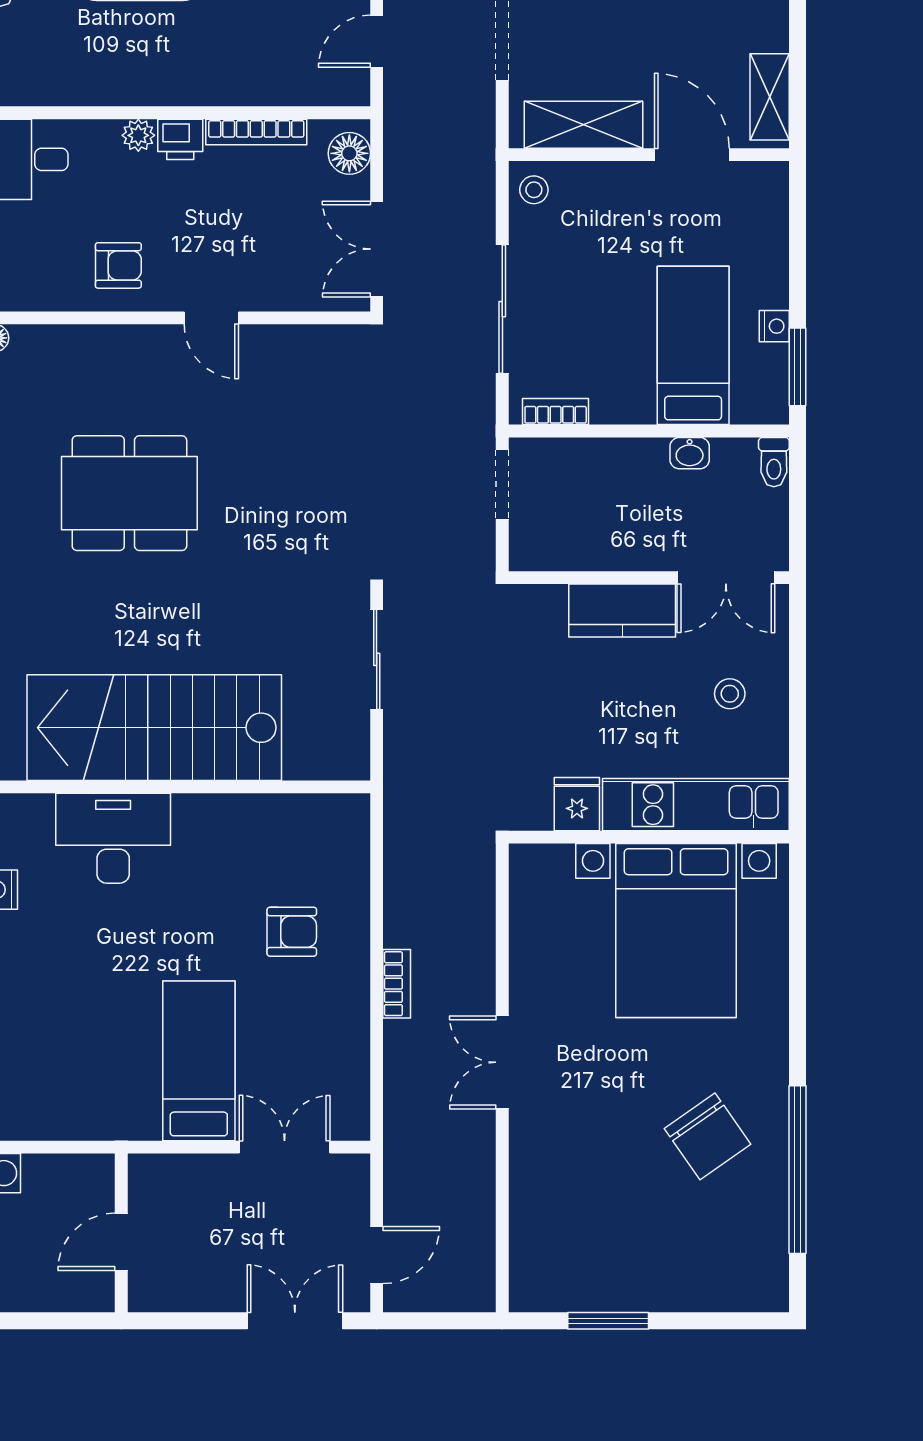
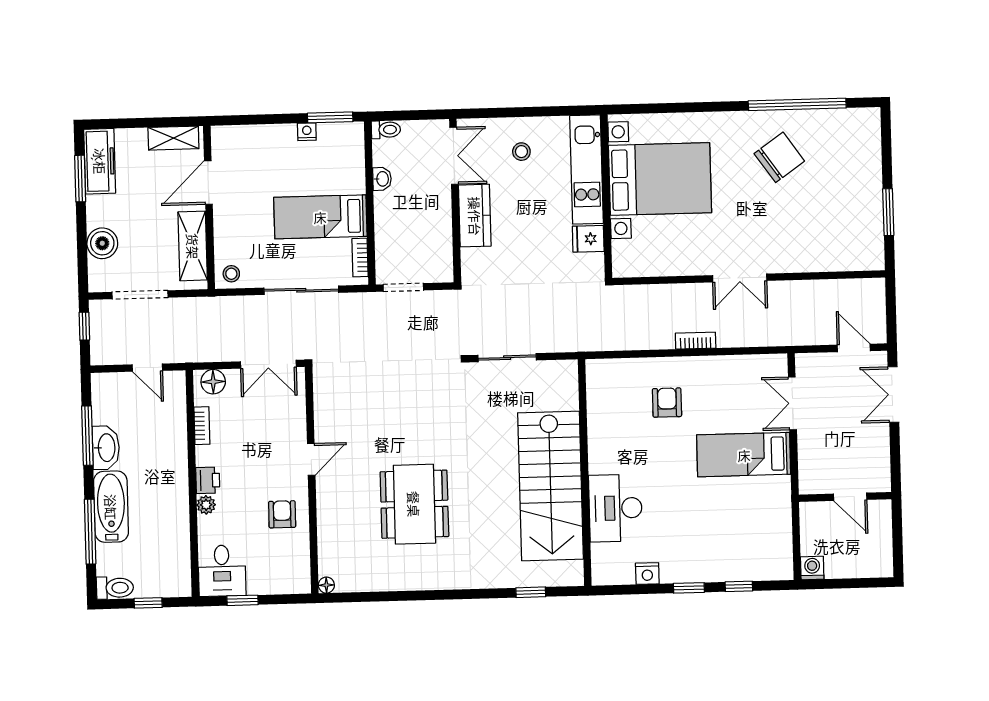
bookcase: (256, 132) -> (202, 426), width x0.64
bed: (693, 345) -> (320, 217), moved

